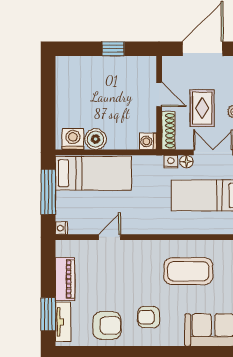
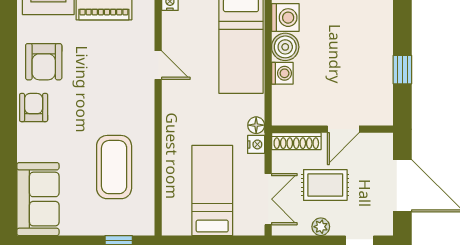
washing machine: (148, 141) -> (282, 73), moved, turned 90
floor lamp: (186, 162) -> (256, 125), moved
armchair: (149, 317) -> (34, 107), moved

